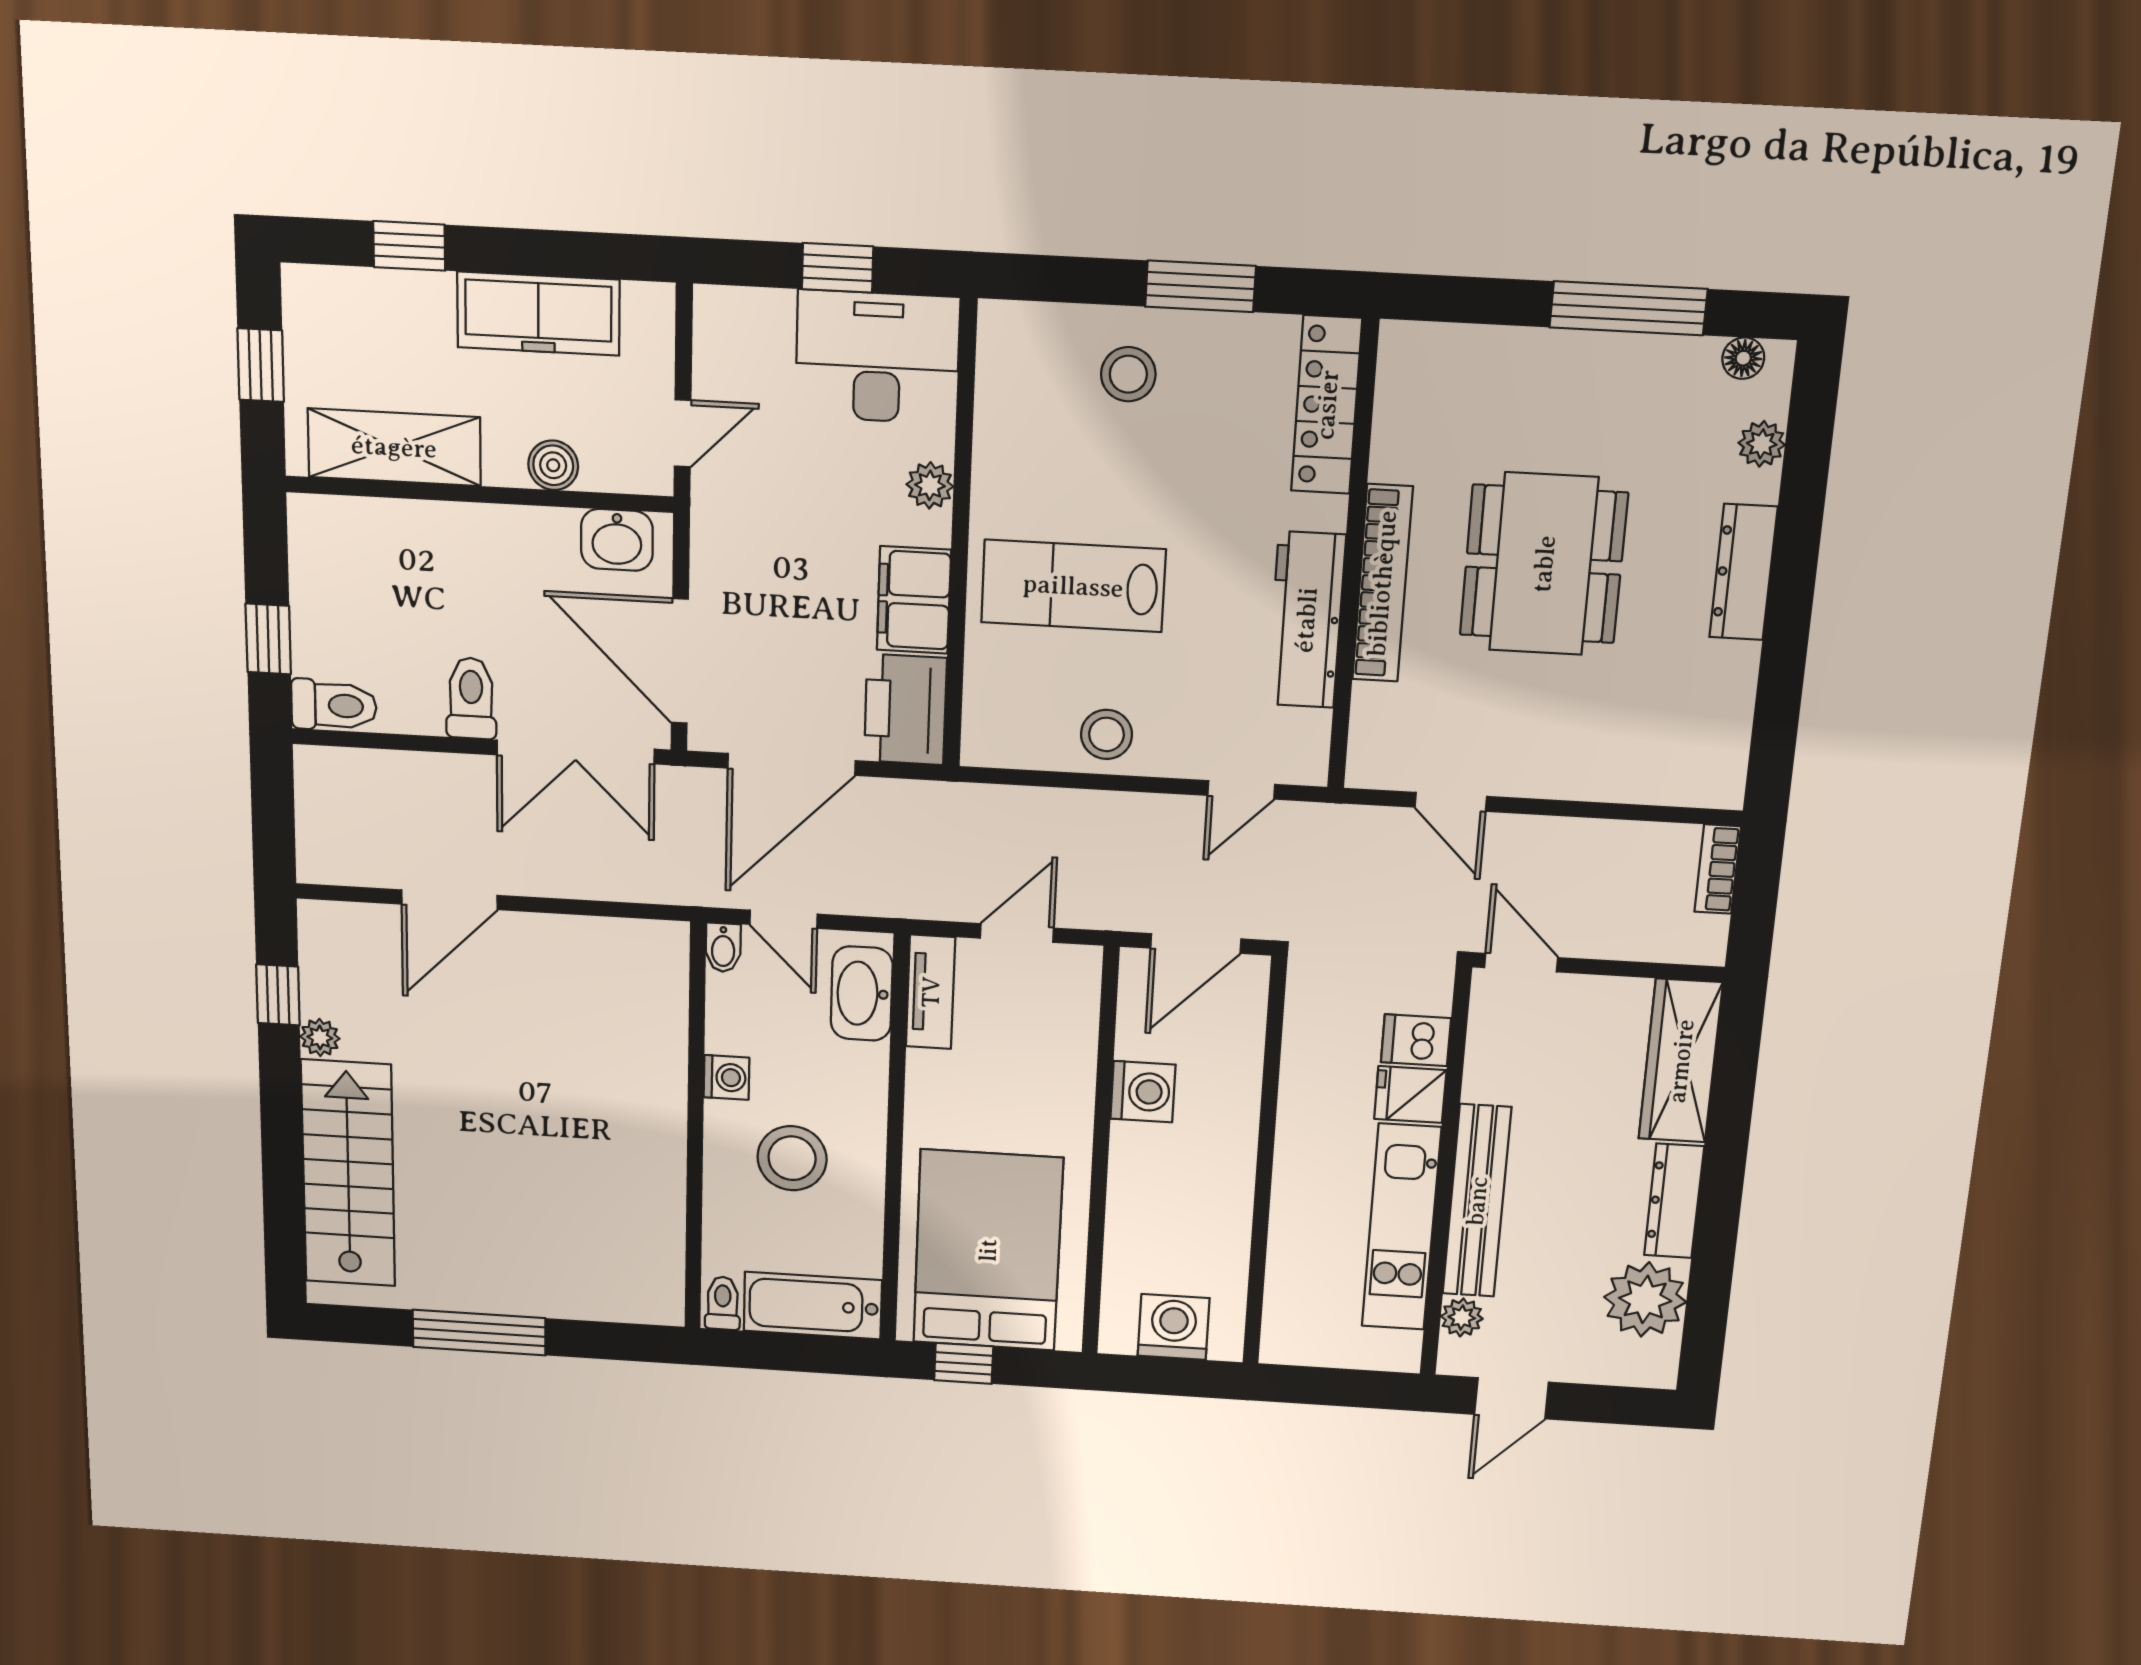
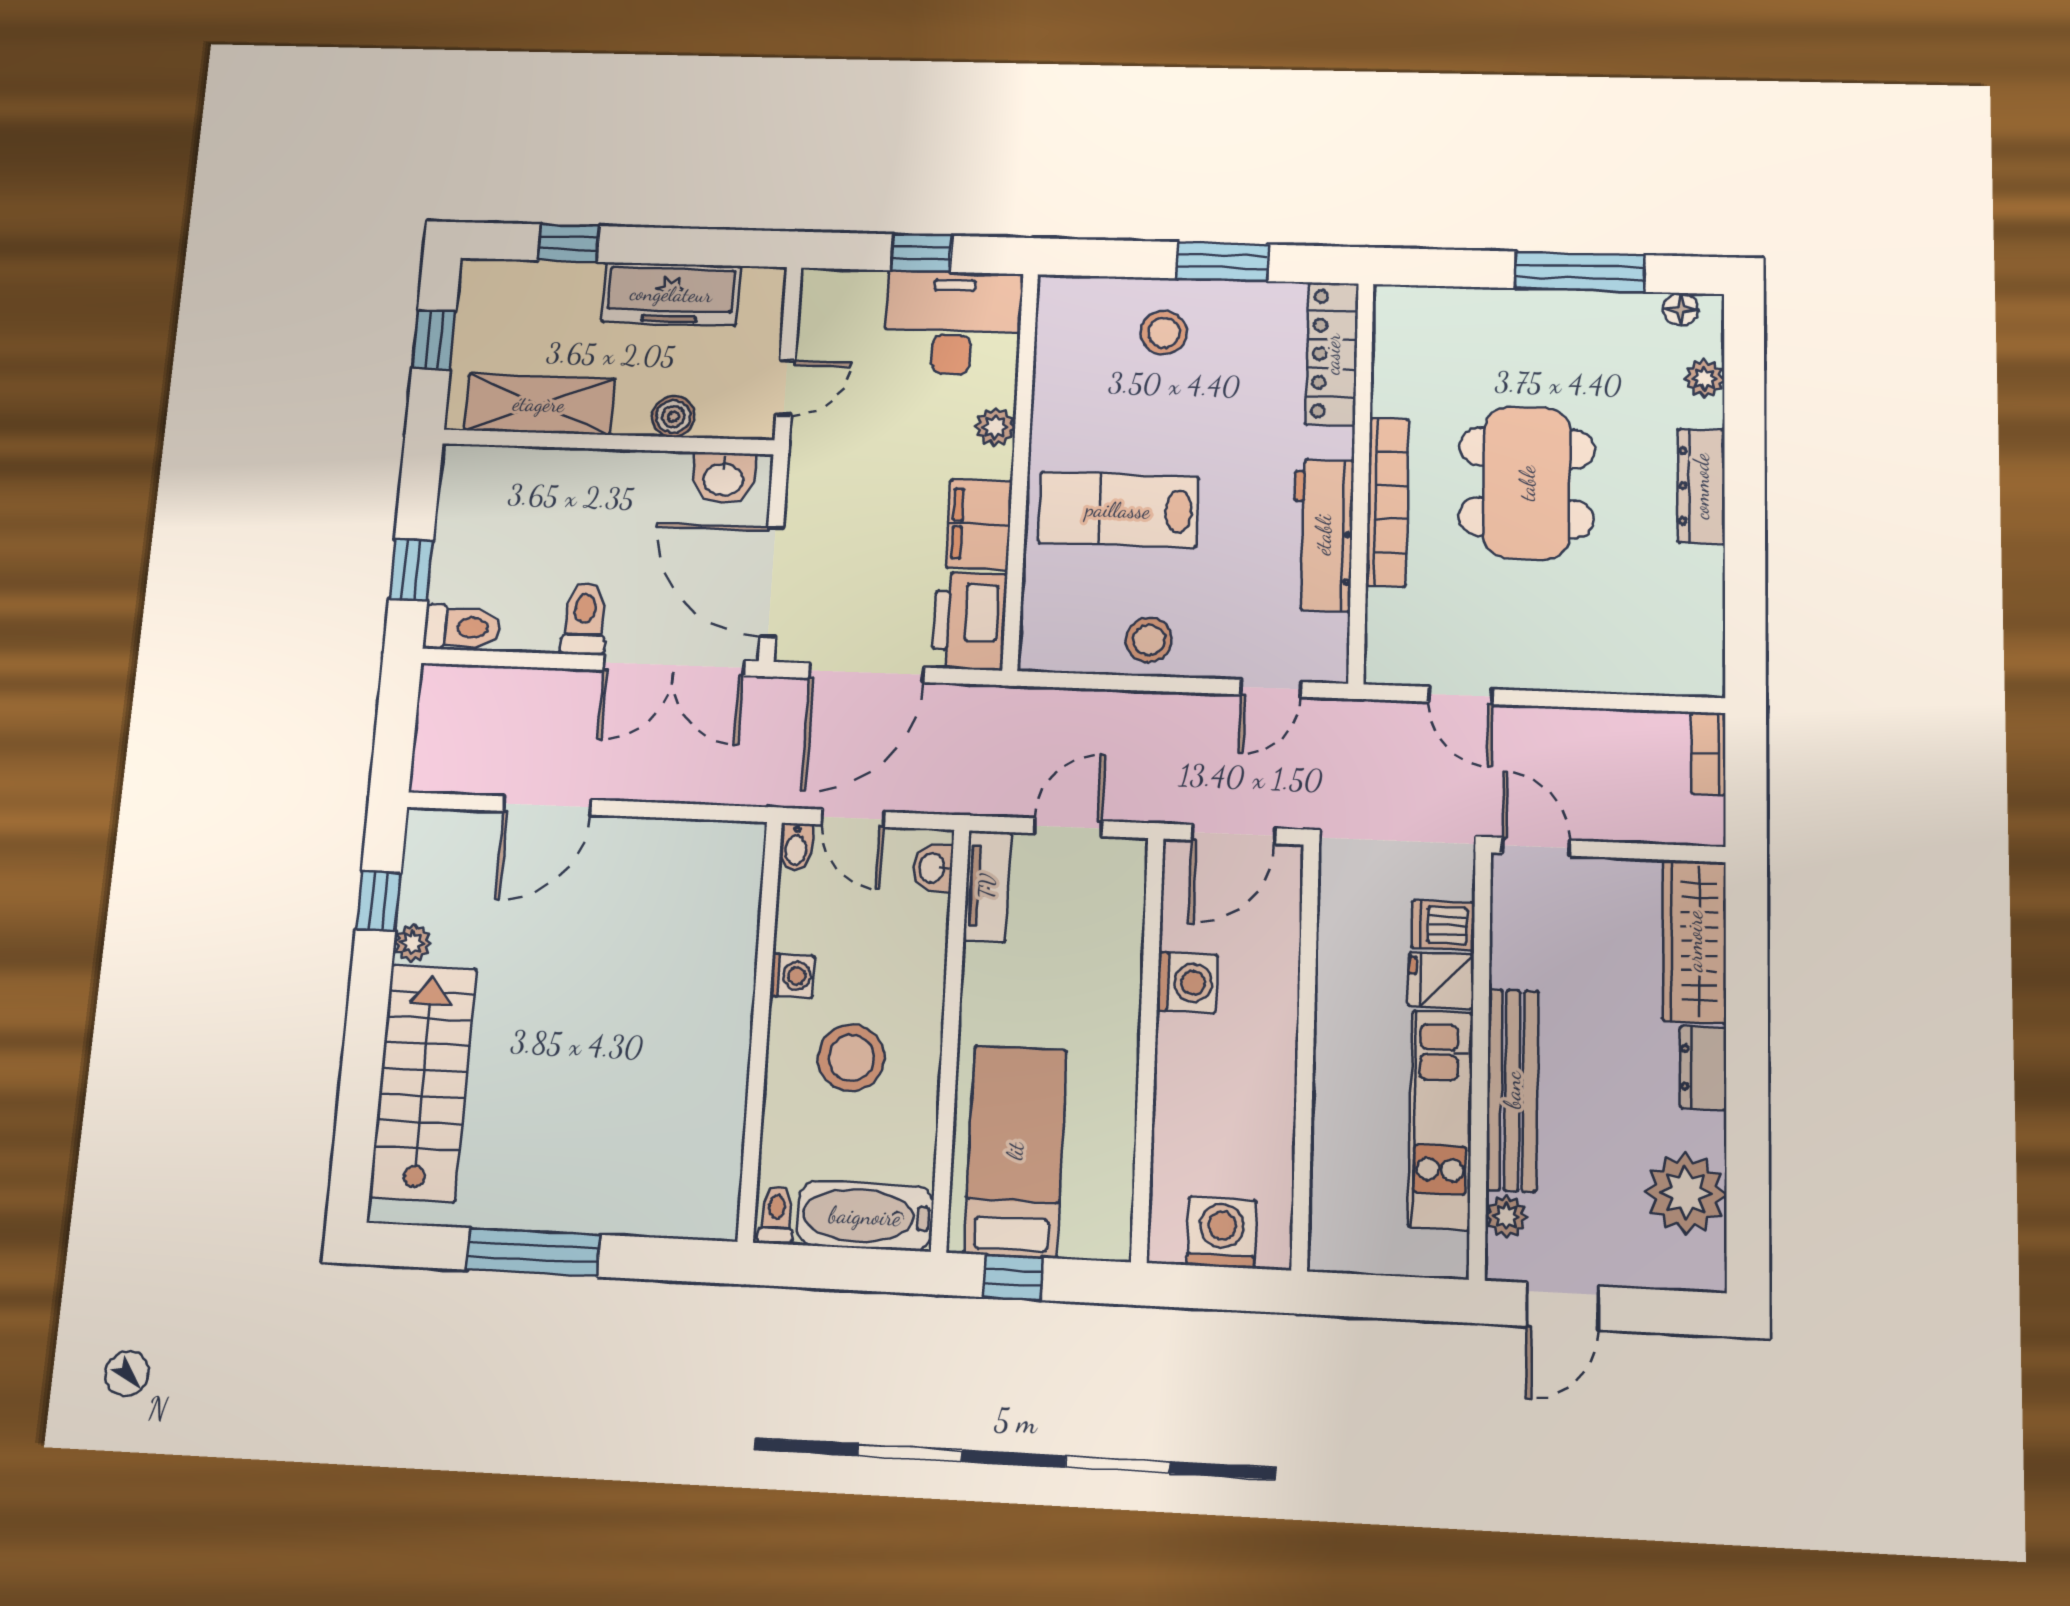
washbasin: (862, 993) -> (933, 868), width x0.52, depth x0.69
dresser: (1674, 1201) -> (1703, 1068), width x0.70
bed: (988, 1250) -> (1015, 1151), width x0.67

